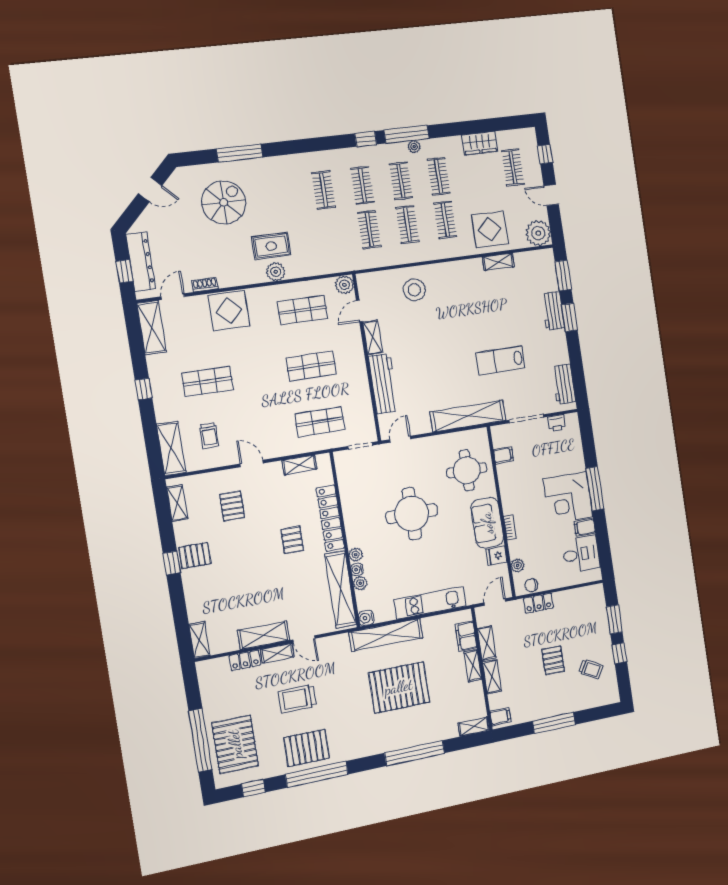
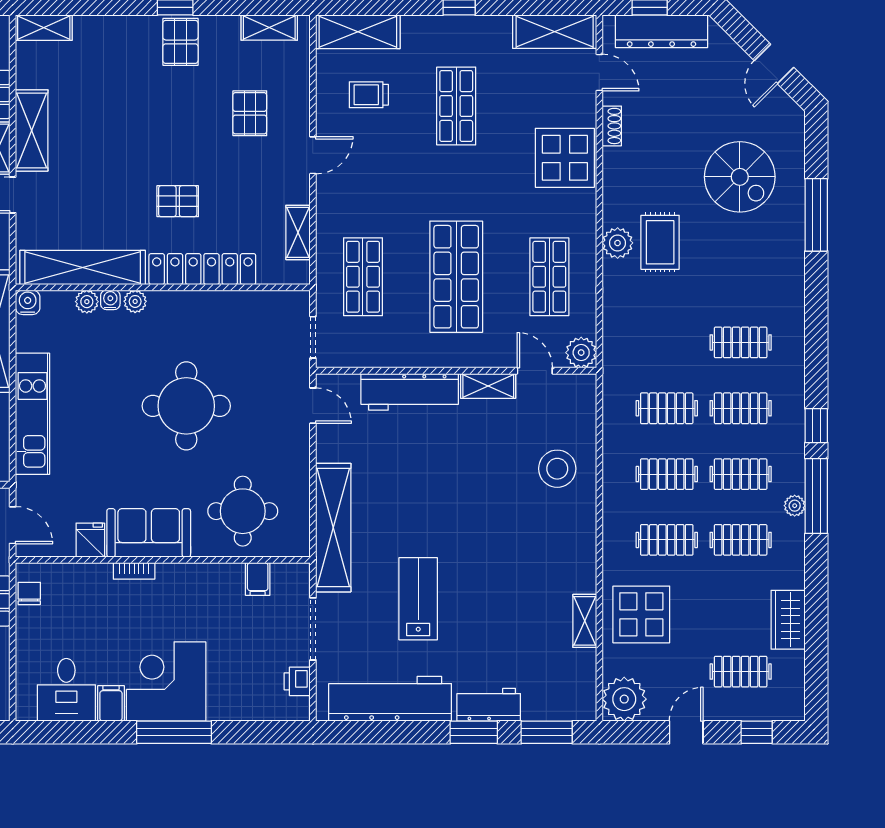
shop shelf: (311, 366) -> (456, 277), width x1.43, depth x1.36
workbench: (564, 384) -> (390, 699), width x1.88, depth x1.32
pallet: (232, 506) -> (250, 113), turned 90
plant: (518, 565) -> (67, 574), removed

